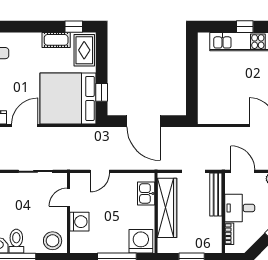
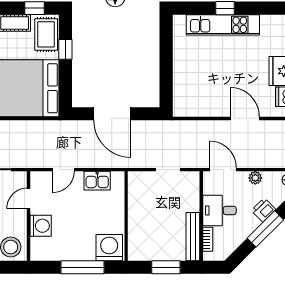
window: (102, 92) -> (65, 49), moved
kitchen sink: (146, 193) -> (97, 181), moved, turned -90
bench: (216, 195) -> (193, 237), moved
wardrobe: (167, 208) -> (138, 210), removed

